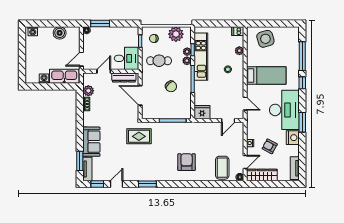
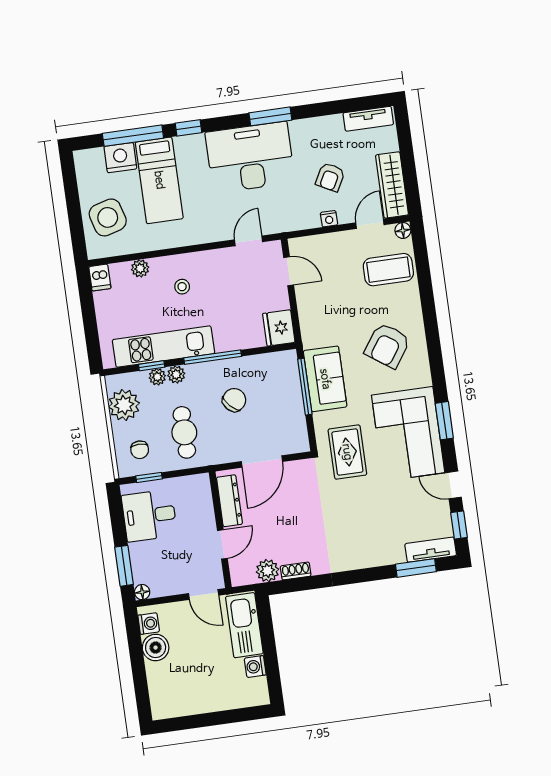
washing machine: (33, 31) -> (149, 624), moved
desk: (126, 58) -> (149, 515), moved, turned -90
door: (104, 71) -> (222, 544), swing flipped
bed: (266, 75) -> (159, 180), moved, turned 180
nightstand: (293, 138) -> (120, 158), moved
sofa: (91, 142) -> (325, 379), moved, turned 90
armchair: (187, 162) -> (387, 346), turned -55
door: (245, 162) -> (370, 224), hinge flipped
corner sofa: (144, 166) -> (408, 434), added

